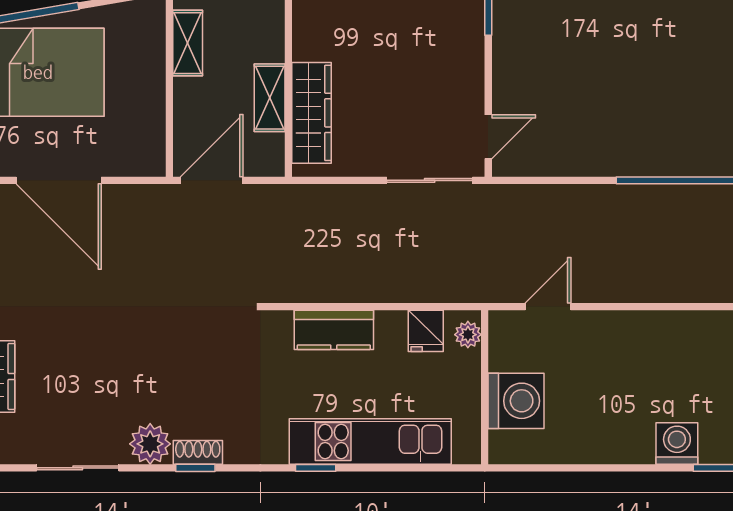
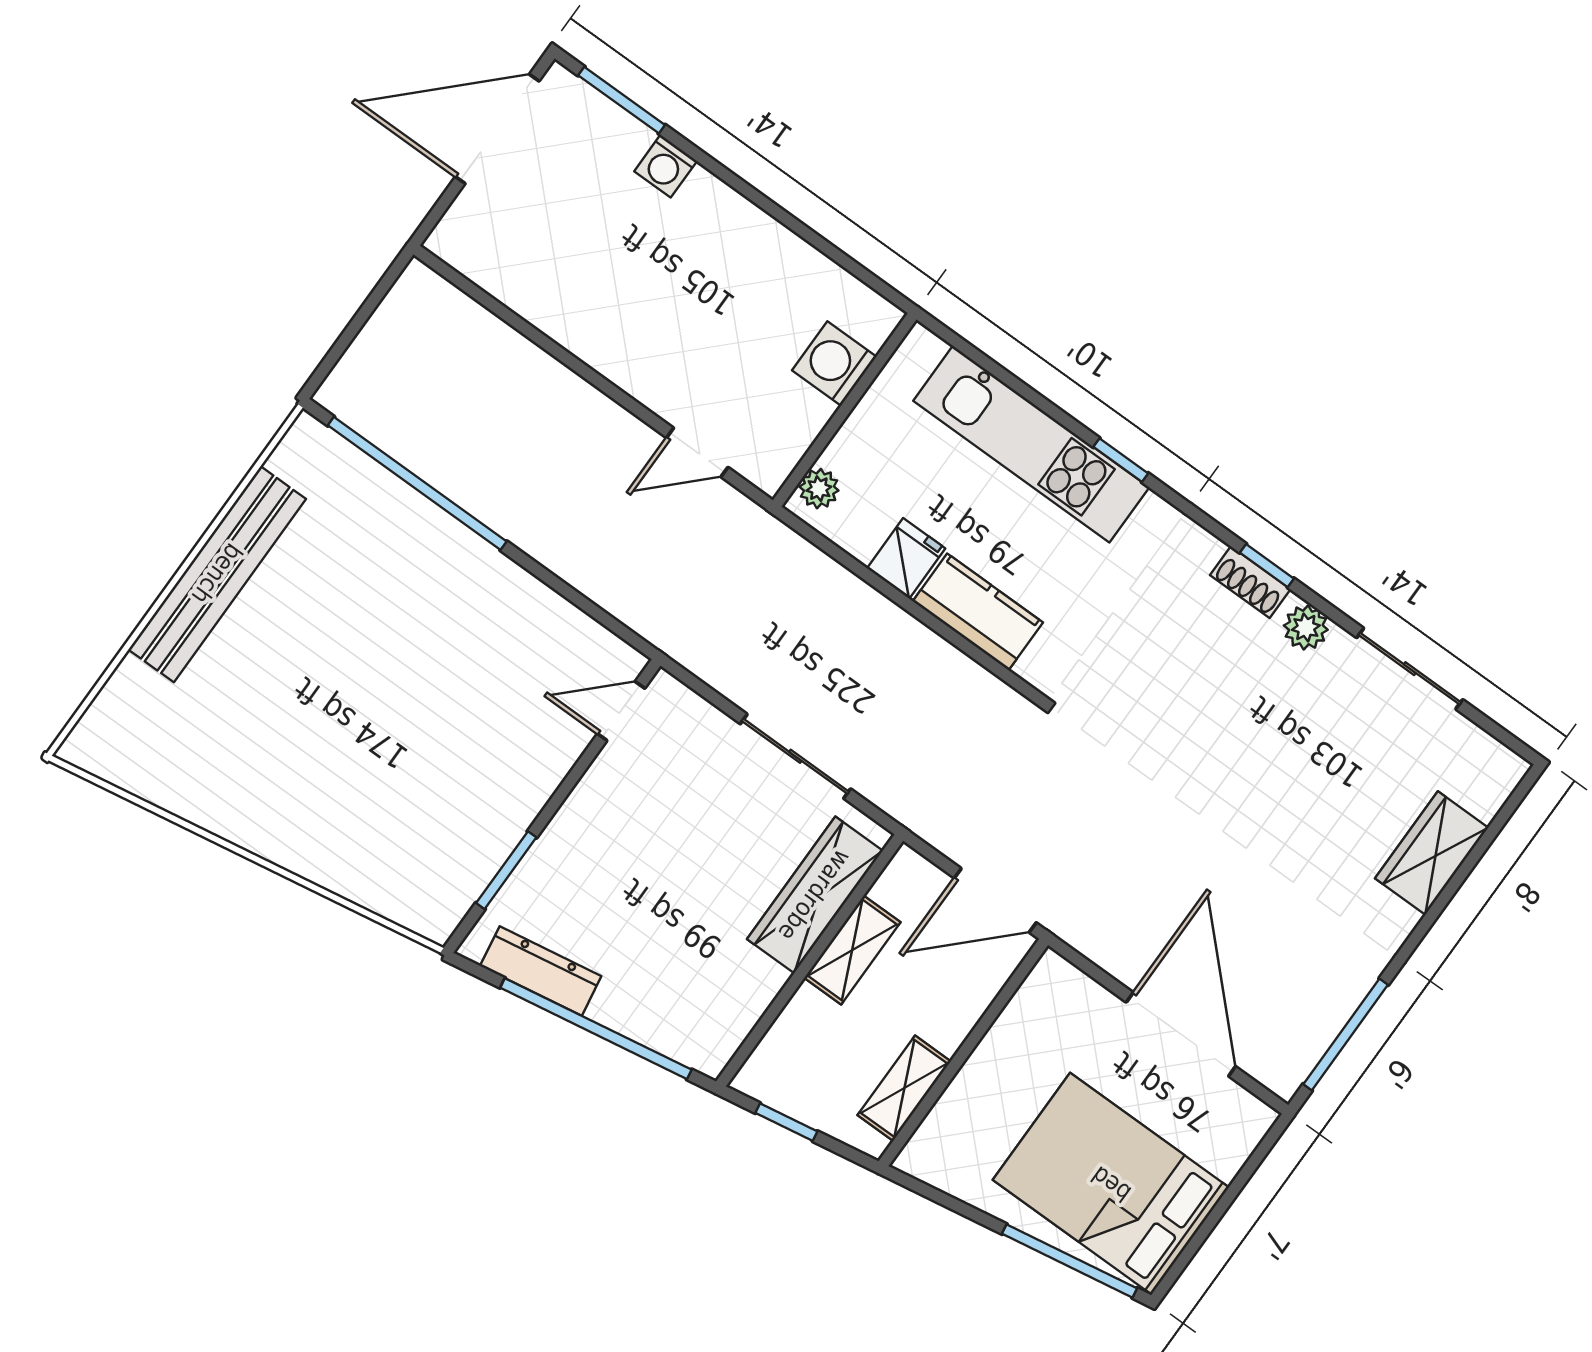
sliding door: (430, 180) -> (795, 756), moved
fridge: (426, 331) -> (906, 558), moved
washing machine: (516, 401) -> (834, 363), width x0.73, depth x0.73
washing machine: (677, 443) -> (666, 166), width x0.73, depth x0.73
plant: (150, 444) -> (1306, 628), width x0.73, depth x0.73

